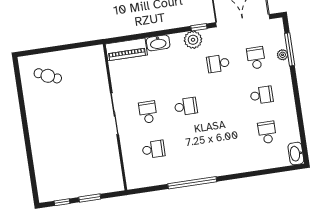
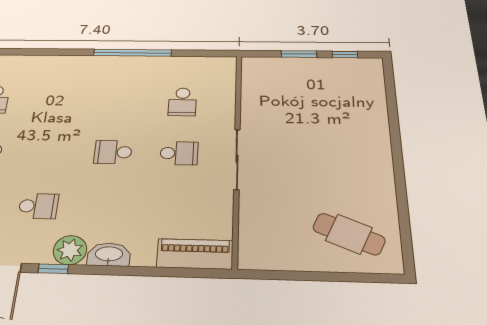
washbasin: (158, 43) -> (109, 255), moved
cafe table: (48, 76) -> (349, 234), width x1.37, depth x1.35
school desk: (148, 112) -> (179, 153), turned -90
school desk: (153, 149) -> (182, 102), turned -90

